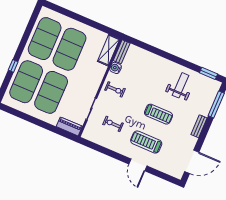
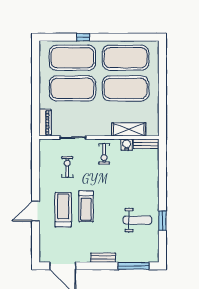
shelving: (109, 50) -> (129, 129), moved
window: (208, 73) -> (162, 221), moved
treadmill: (158, 114) -> (86, 206), moved

